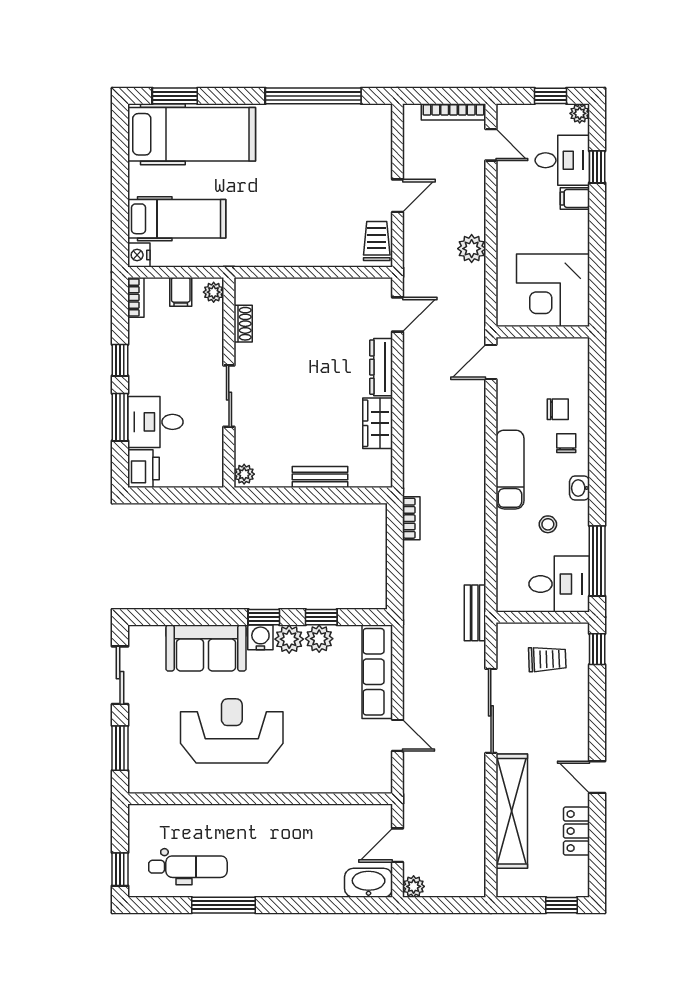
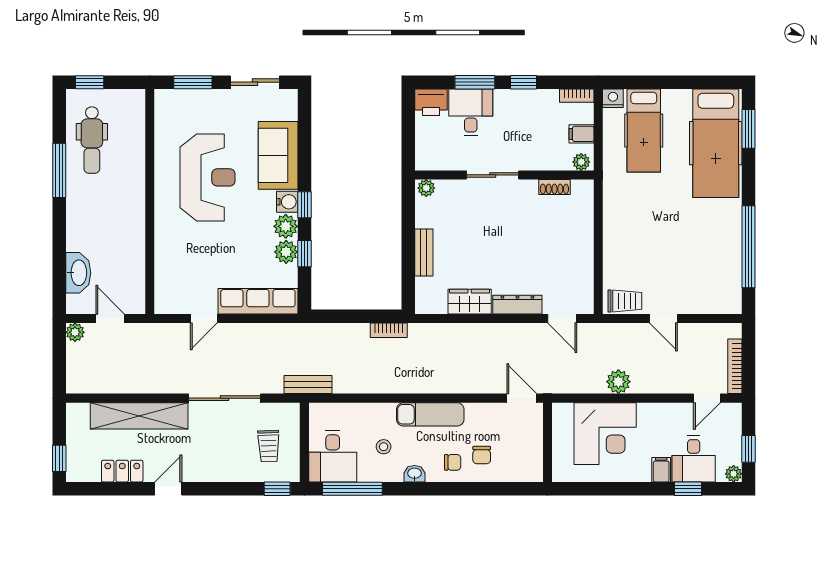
corner desk: (553, 290) -> (605, 434), moved, turned 180
washbasin: (369, 883) -> (78, 273), moved

